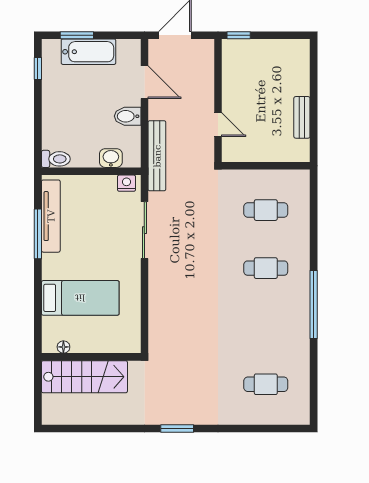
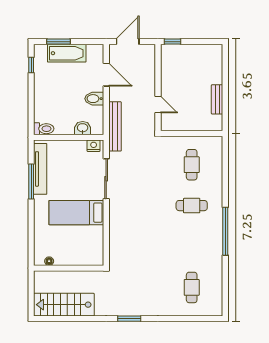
cafe table: (266, 210) -> (192, 165), turned 90
bed: (80, 298) -> (76, 213), moved, turned 180
stairs: (84, 377) -> (64, 305), moved, turned 180
cafe table: (266, 384) -> (192, 287), turned 90

